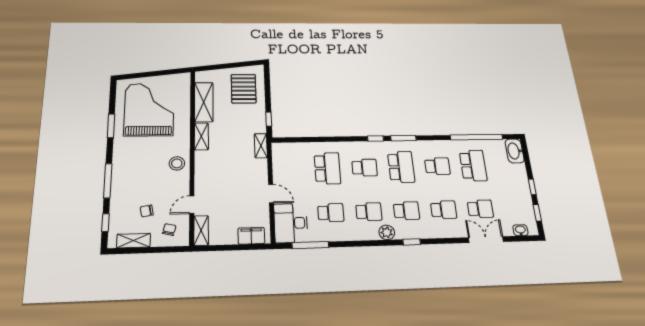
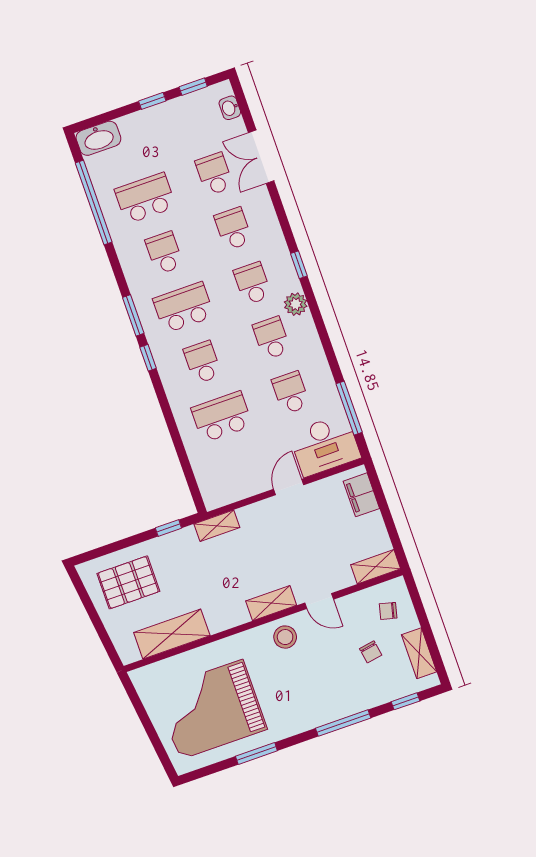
shelving: (201, 136) -> (271, 603), moved
door: (192, 205) -> (319, 601), moved

